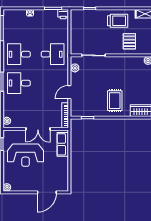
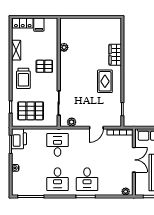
printer: (63, 14) -> (19, 139), width x1.87, depth x1.48
trolley: (118, 21) -> (23, 78), turned 180
pallet: (86, 28) -> (31, 111), added
door: (69, 92) -> (96, 128), hinge flipped
rug: (115, 101) -> (105, 81), turned 90

